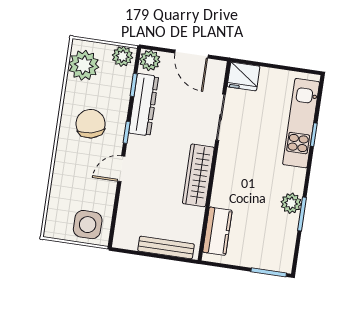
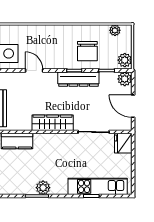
door: (191, 54) -> (133, 106), hinge flipped
plant: (84, 65) -> (115, 30), width x0.53, depth x0.53
dresser: (144, 105) -> (78, 79), moved
chair: (91, 124) -> (87, 51), moved, turned 103
door: (121, 169) -> (34, 70), moved

